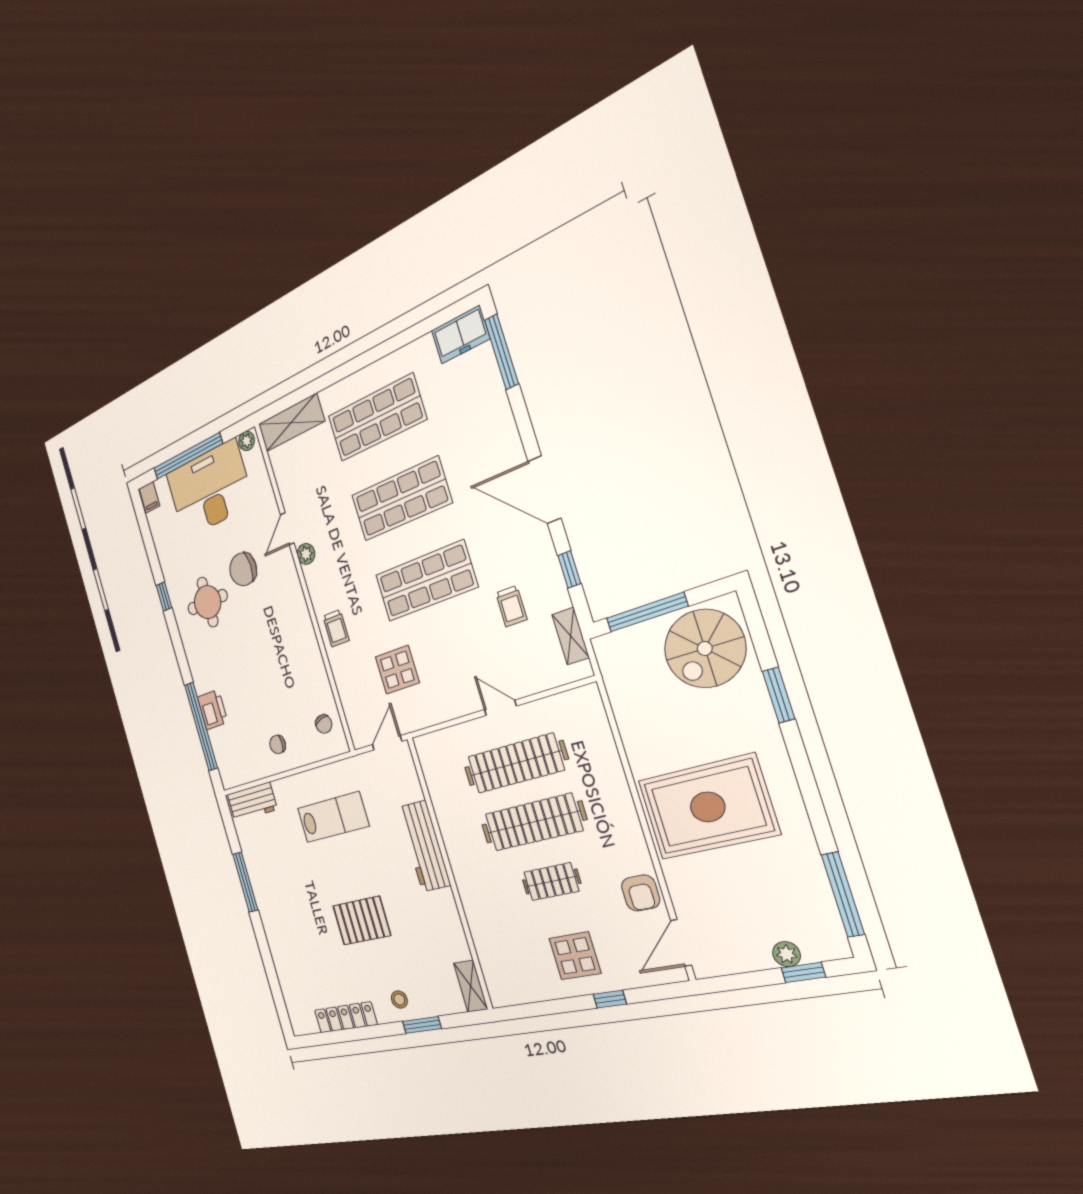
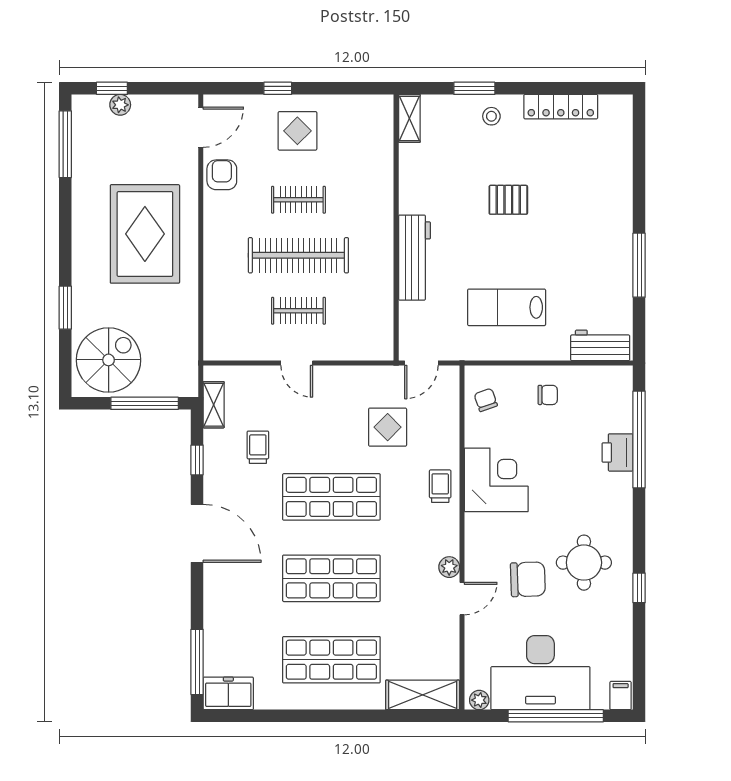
corner desk: (294, 651) -> (496, 480), added
clothes rail: (515, 763) -> (298, 311), width x0.54, depth x0.76
rug: (708, 807) -> (145, 234), turned 90
pallet: (362, 921) -> (508, 200), width x0.67, depth x0.71

